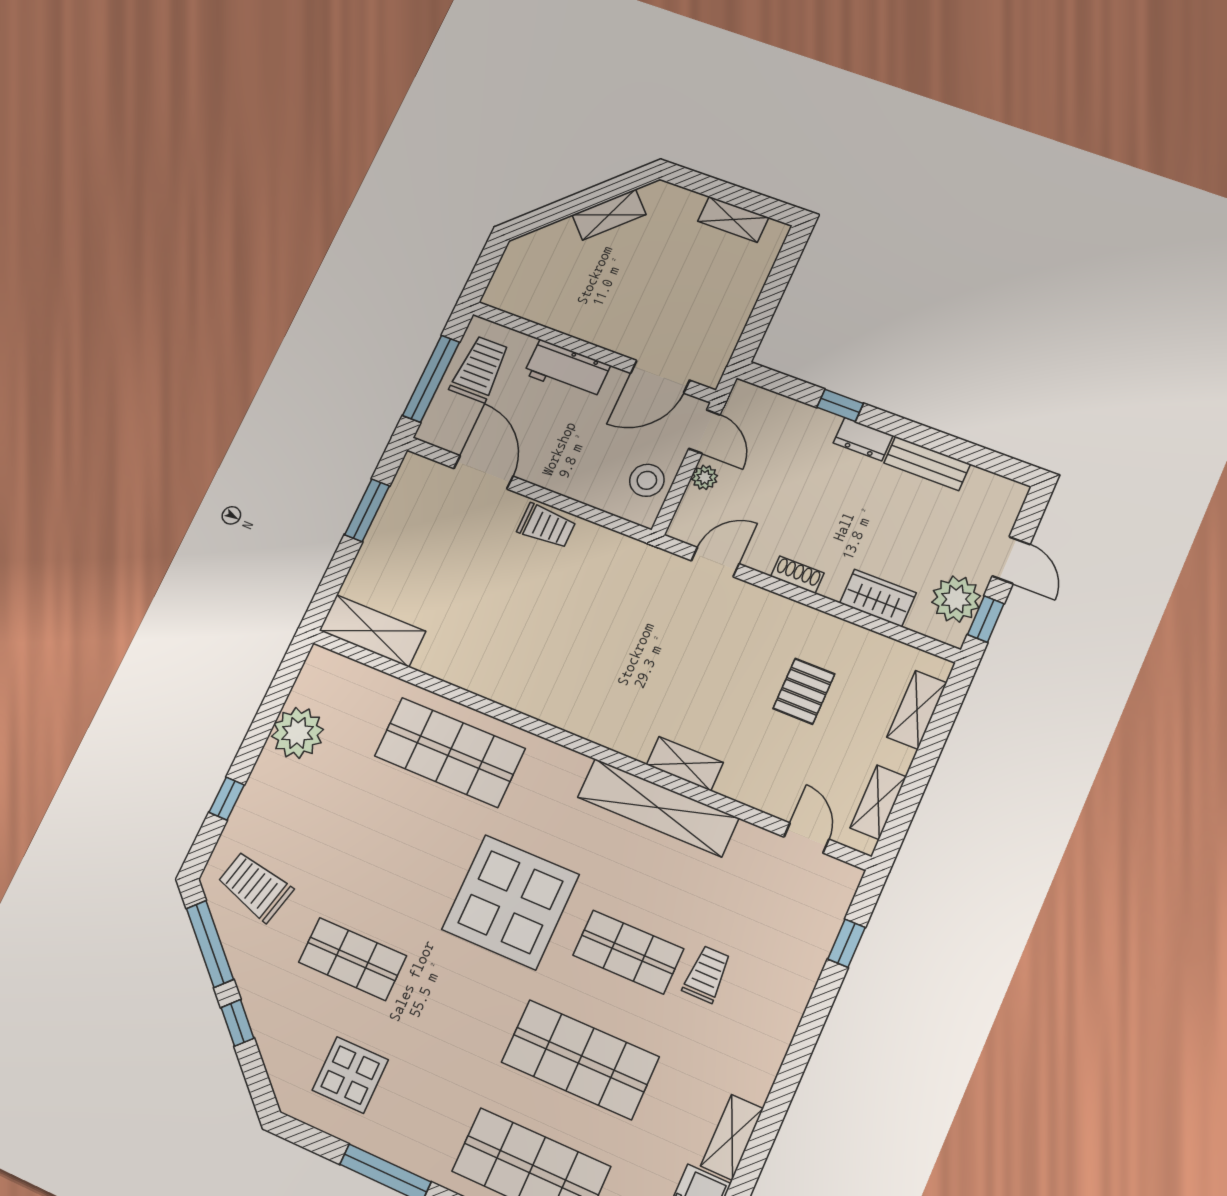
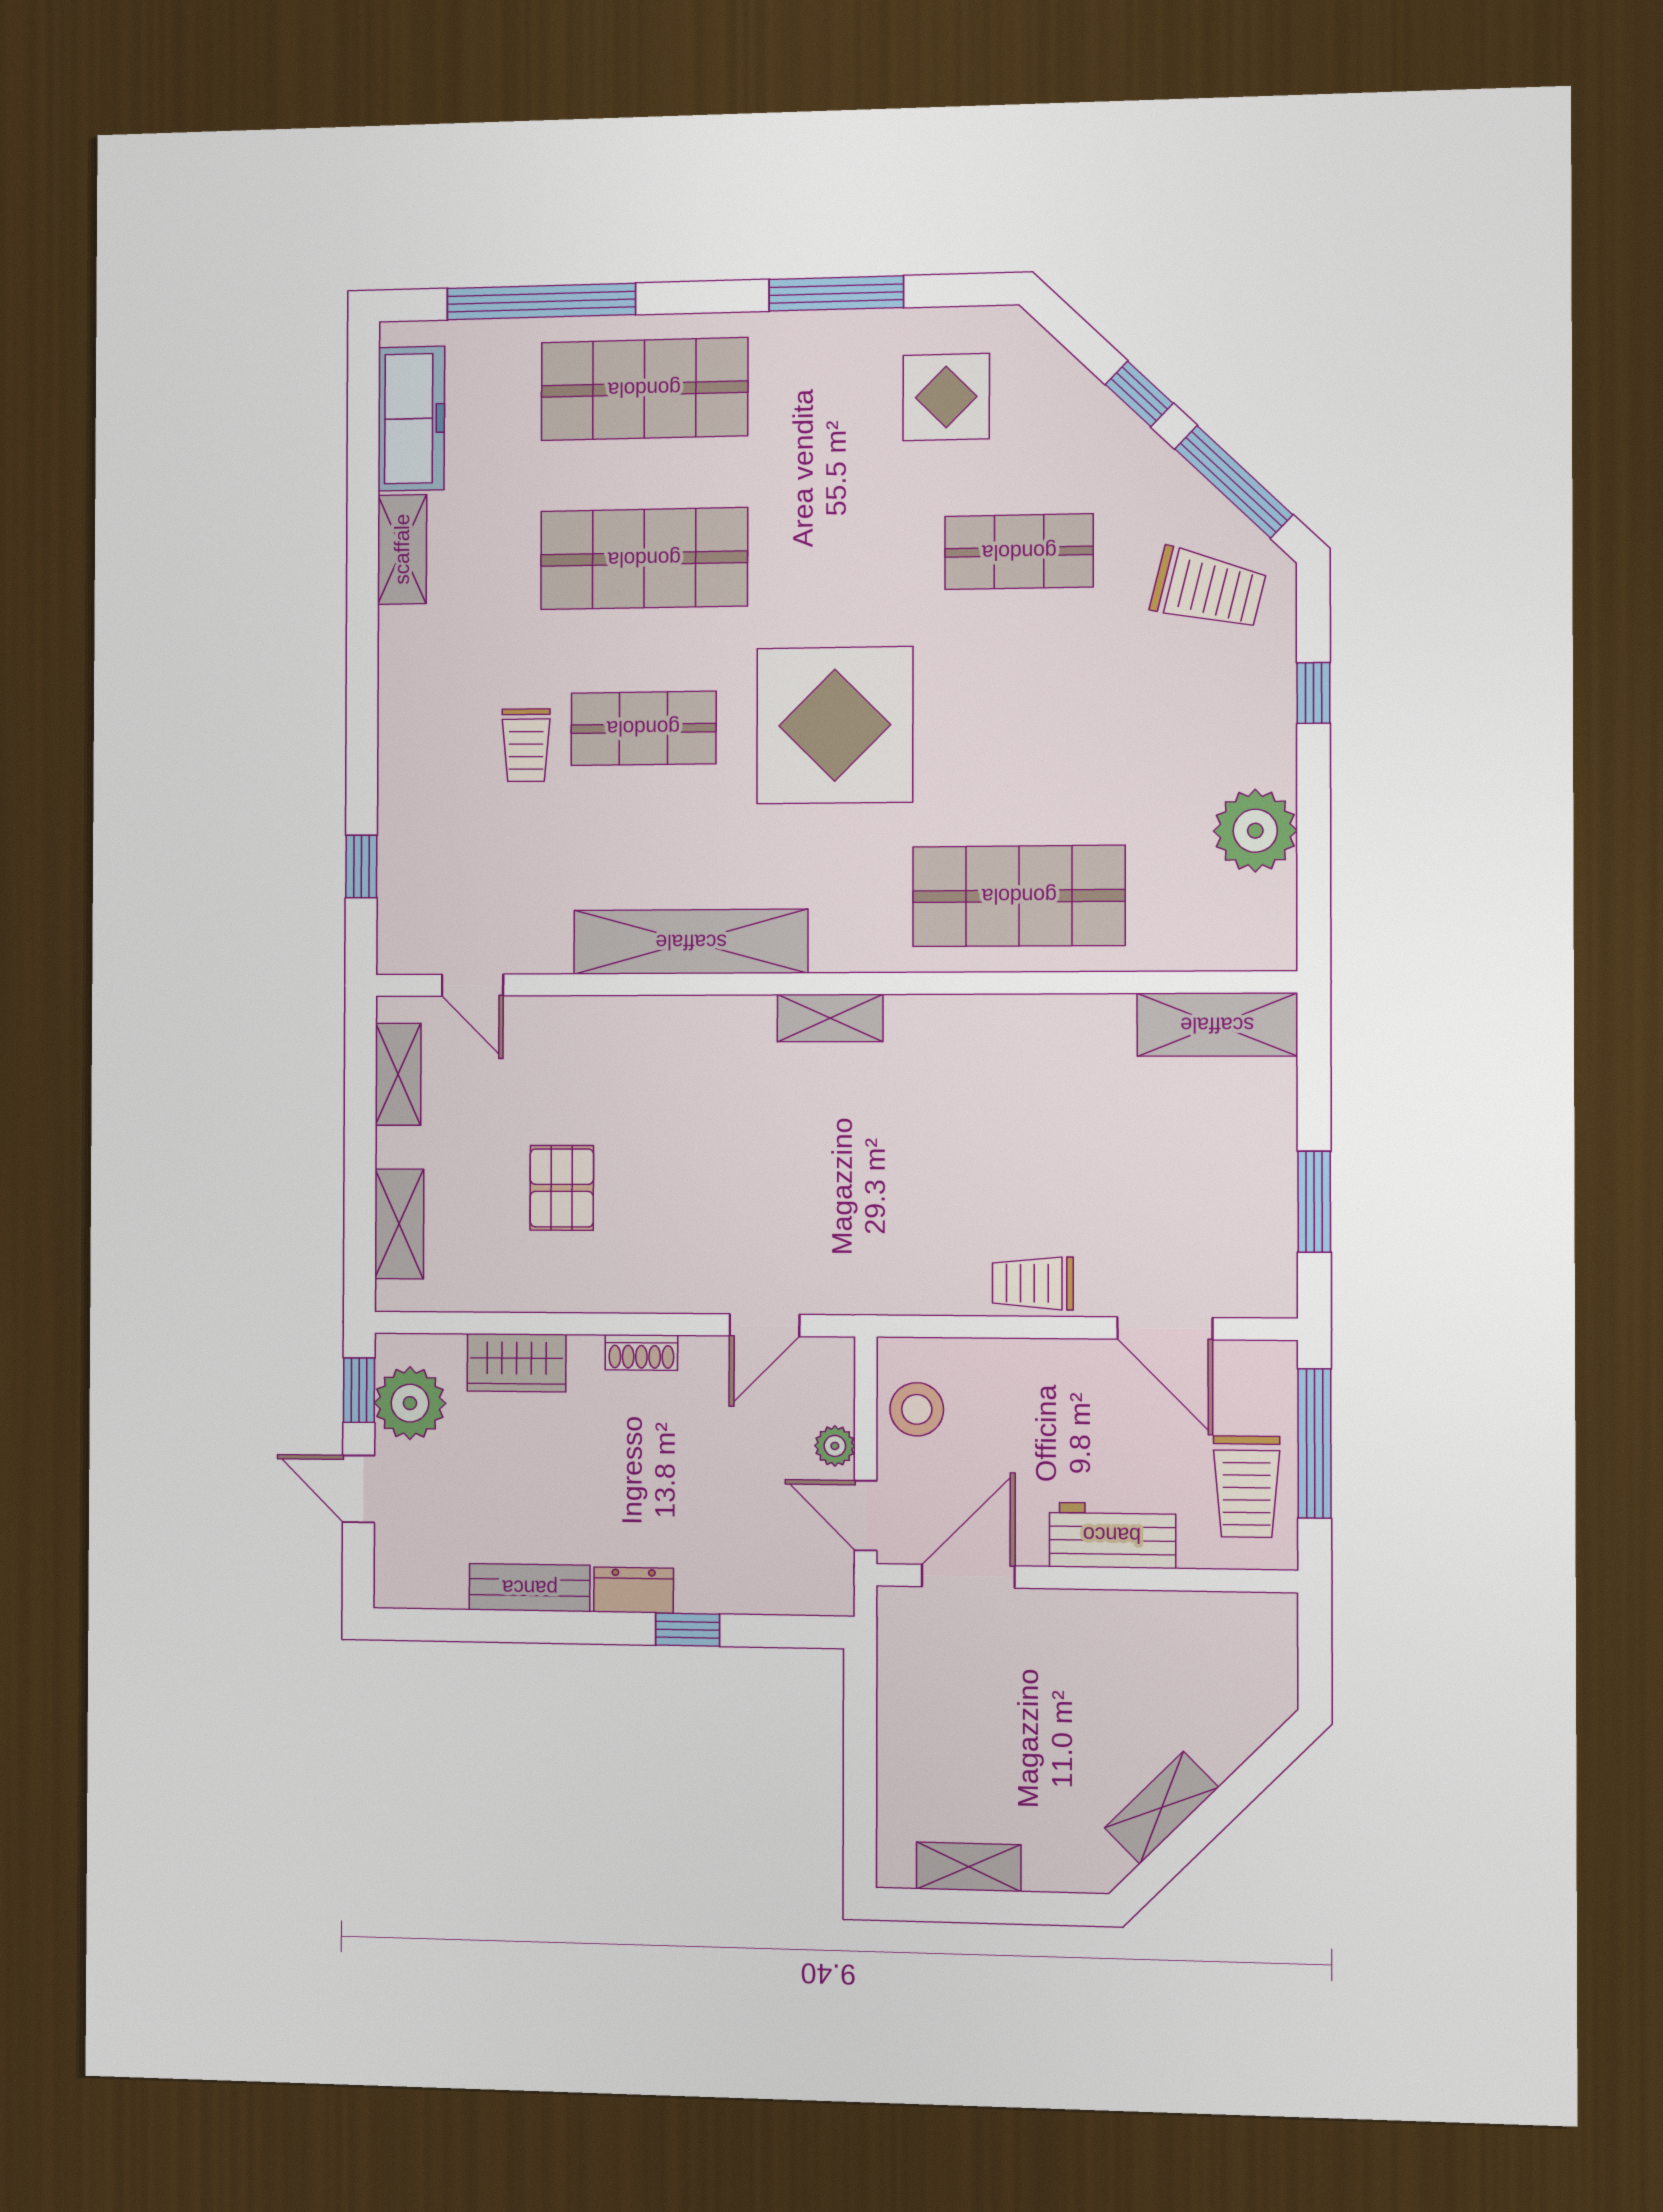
shelving: (685, 764) -> (830, 1018), moved

